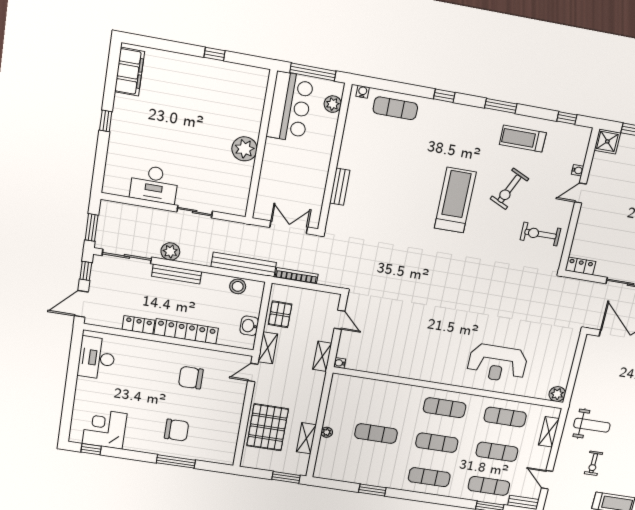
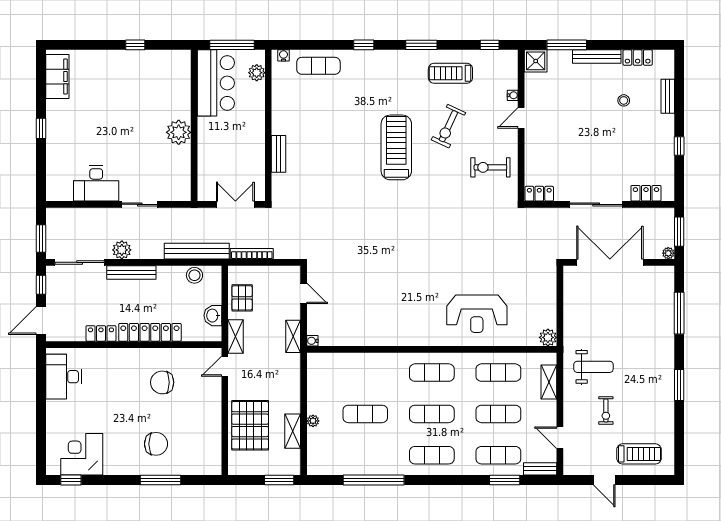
window: (372, 490) -> (374, 480), width x2.11

